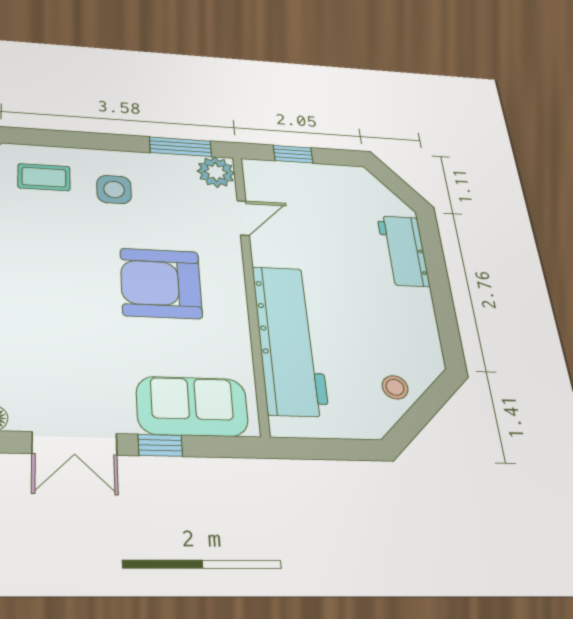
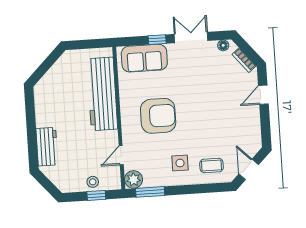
stool: (395, 387) -> (93, 182), moved

